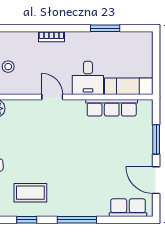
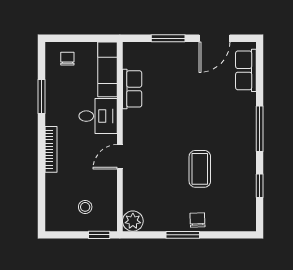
bookcase: (51, 37) -> (51, 149), width x1.56
chair: (138, 51) -> (67, 59), added
row of seats: (112, 108) -> (132, 89), width x0.68
coffee table: (30, 193) -> (200, 169), moved

